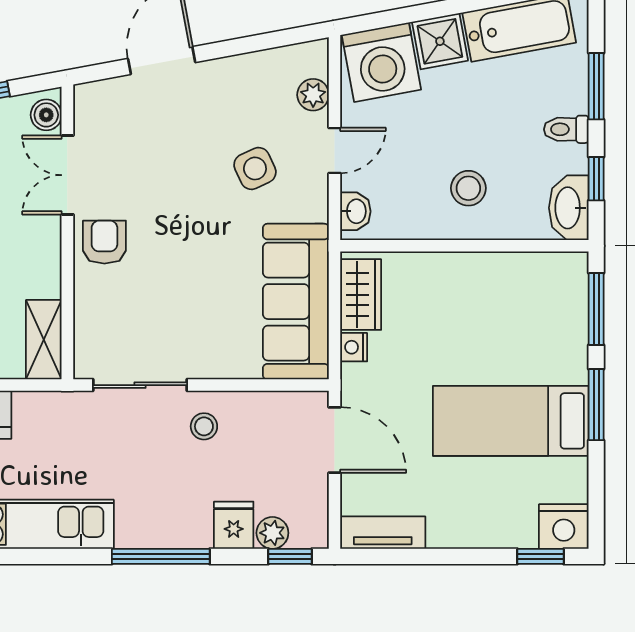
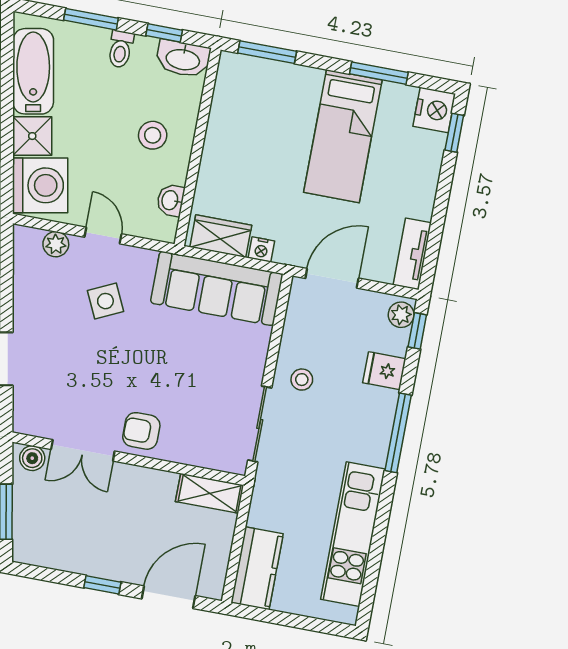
washbasin: (355, 211) -> (171, 200), moved, turned -90
window: (596, 405) -> (379, 73), moved
plant: (272, 533) -> (401, 315), moved

